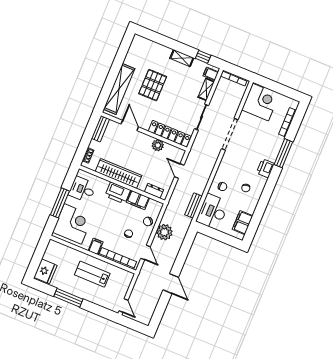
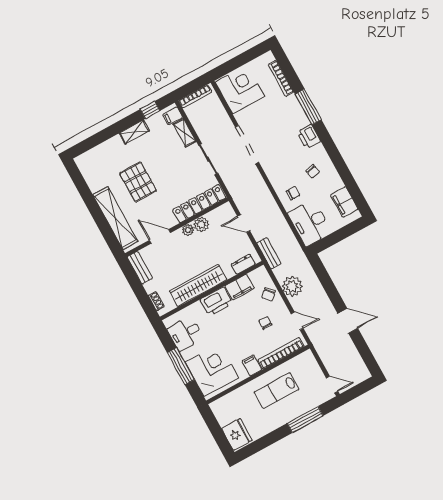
plant: (148, 140) -> (188, 230), added
bench: (193, 205) -> (269, 253), moved
window: (68, 298) -> (305, 419), moved

